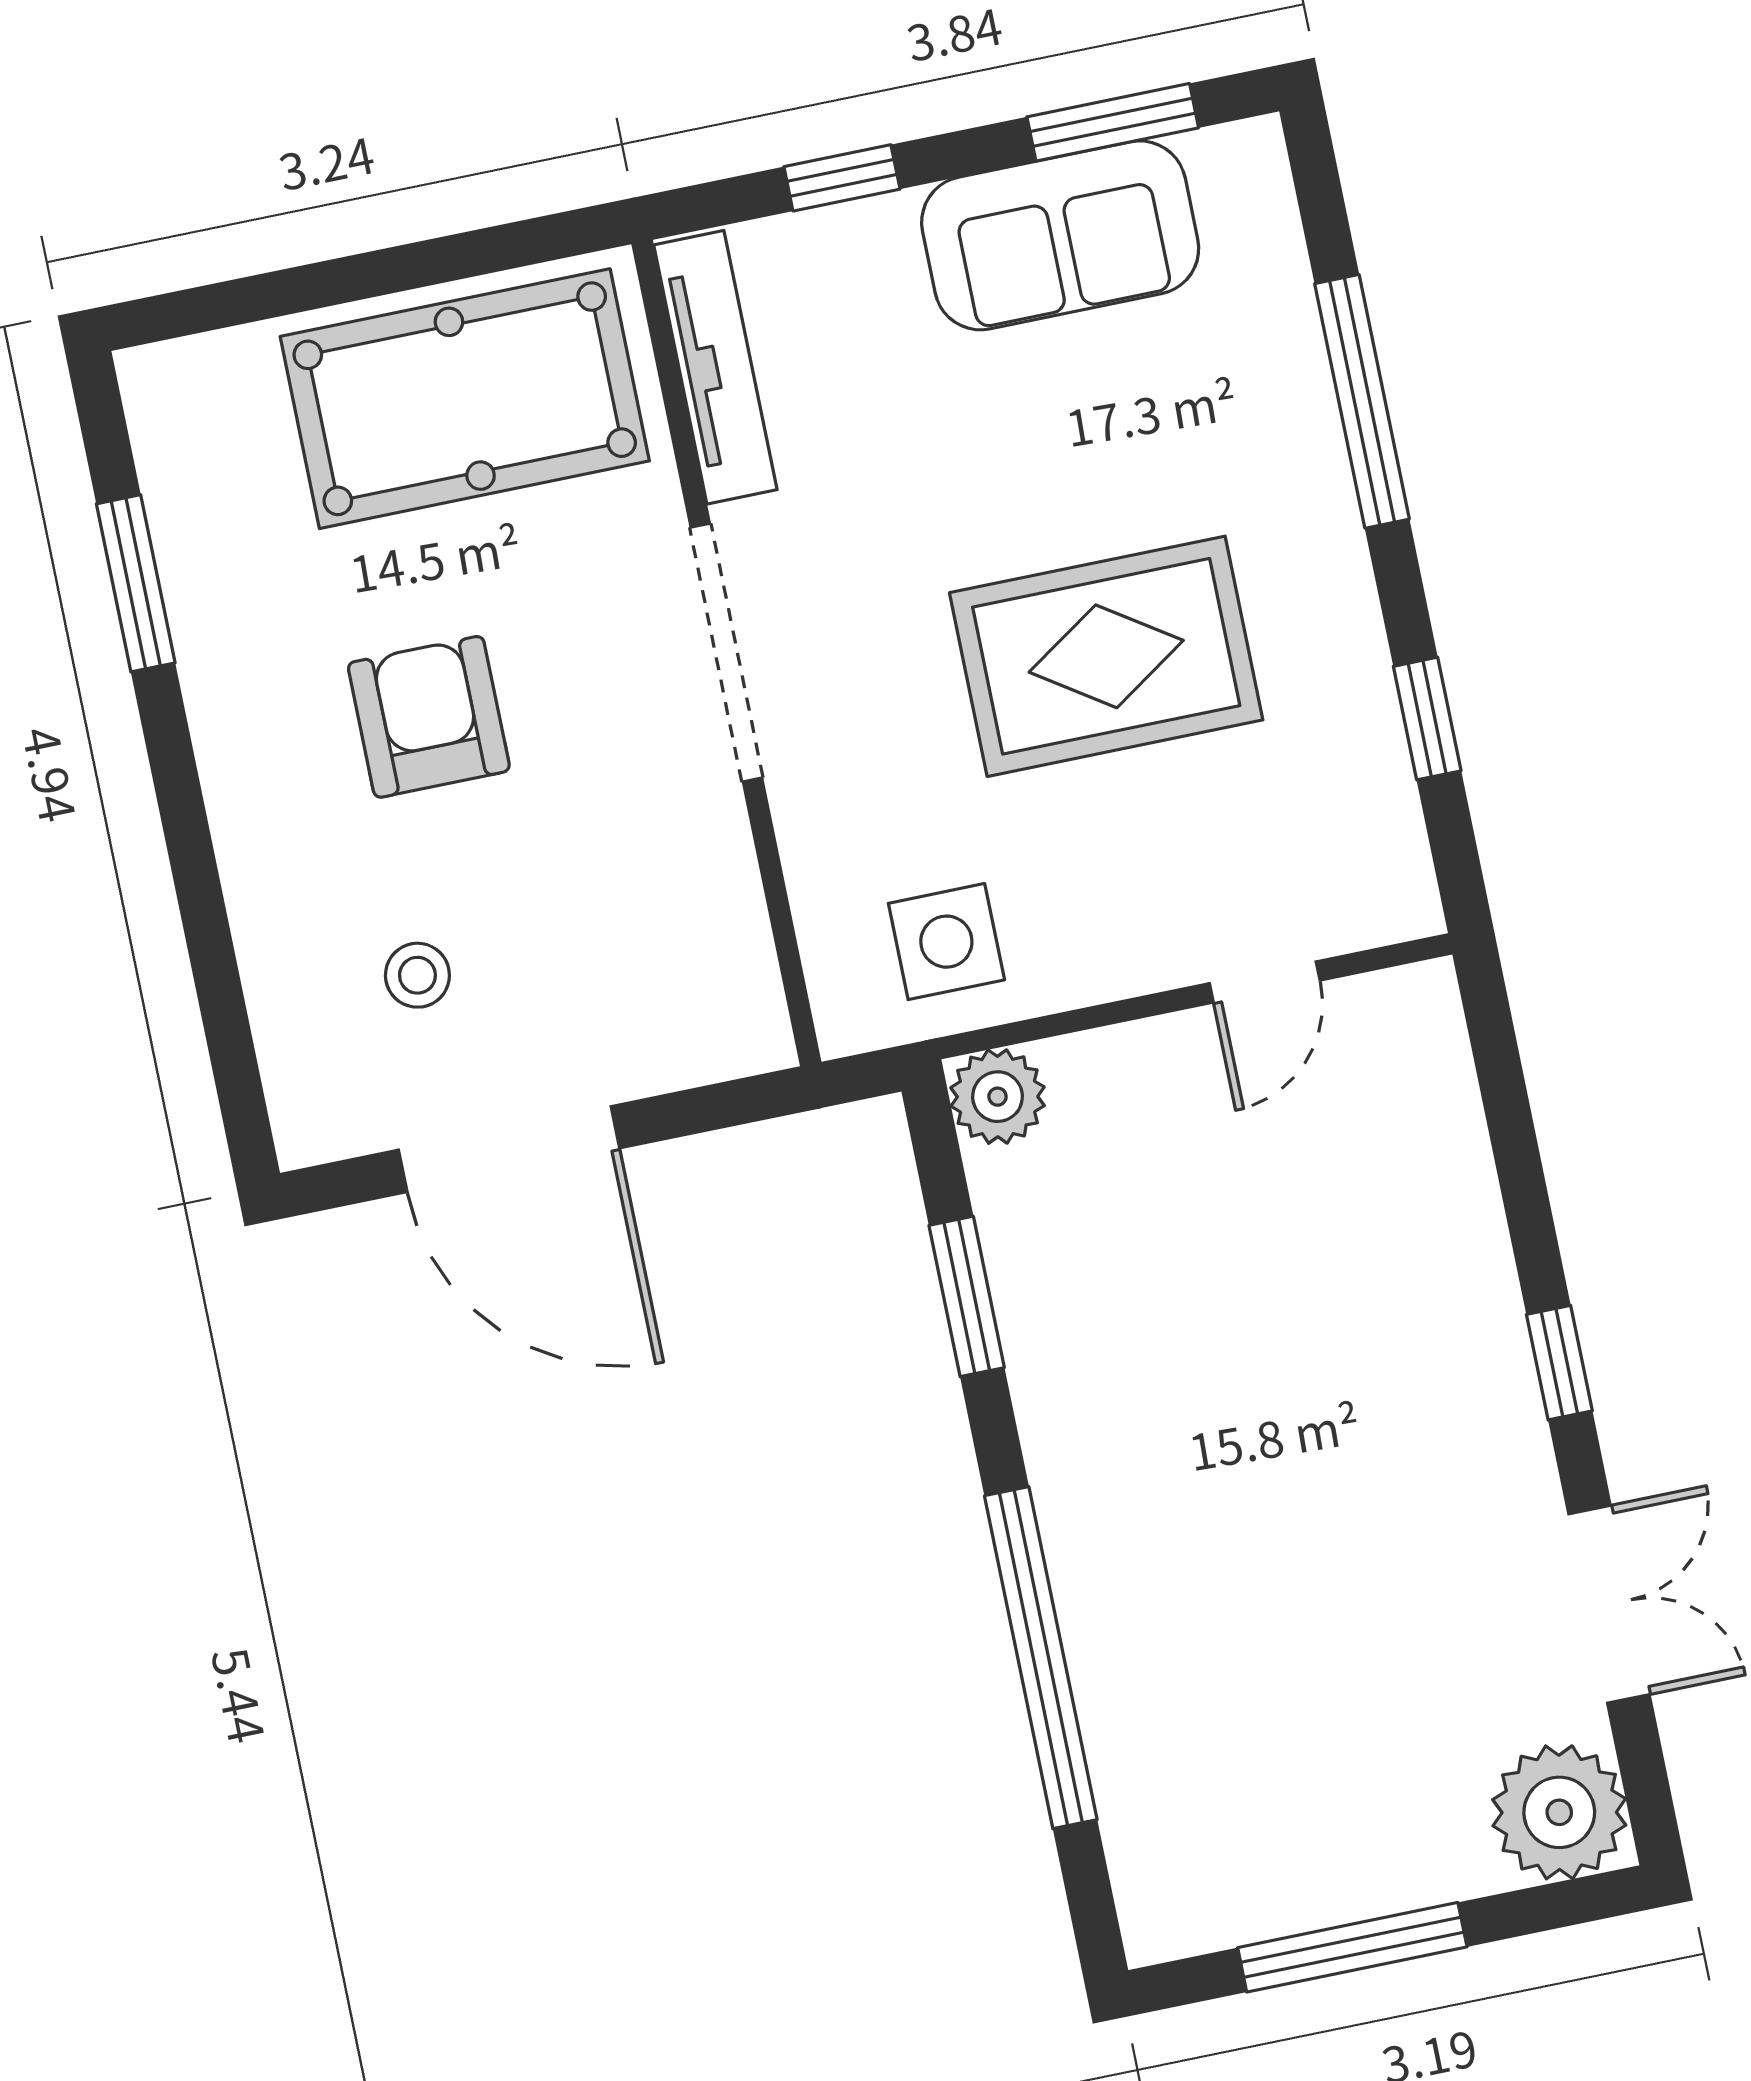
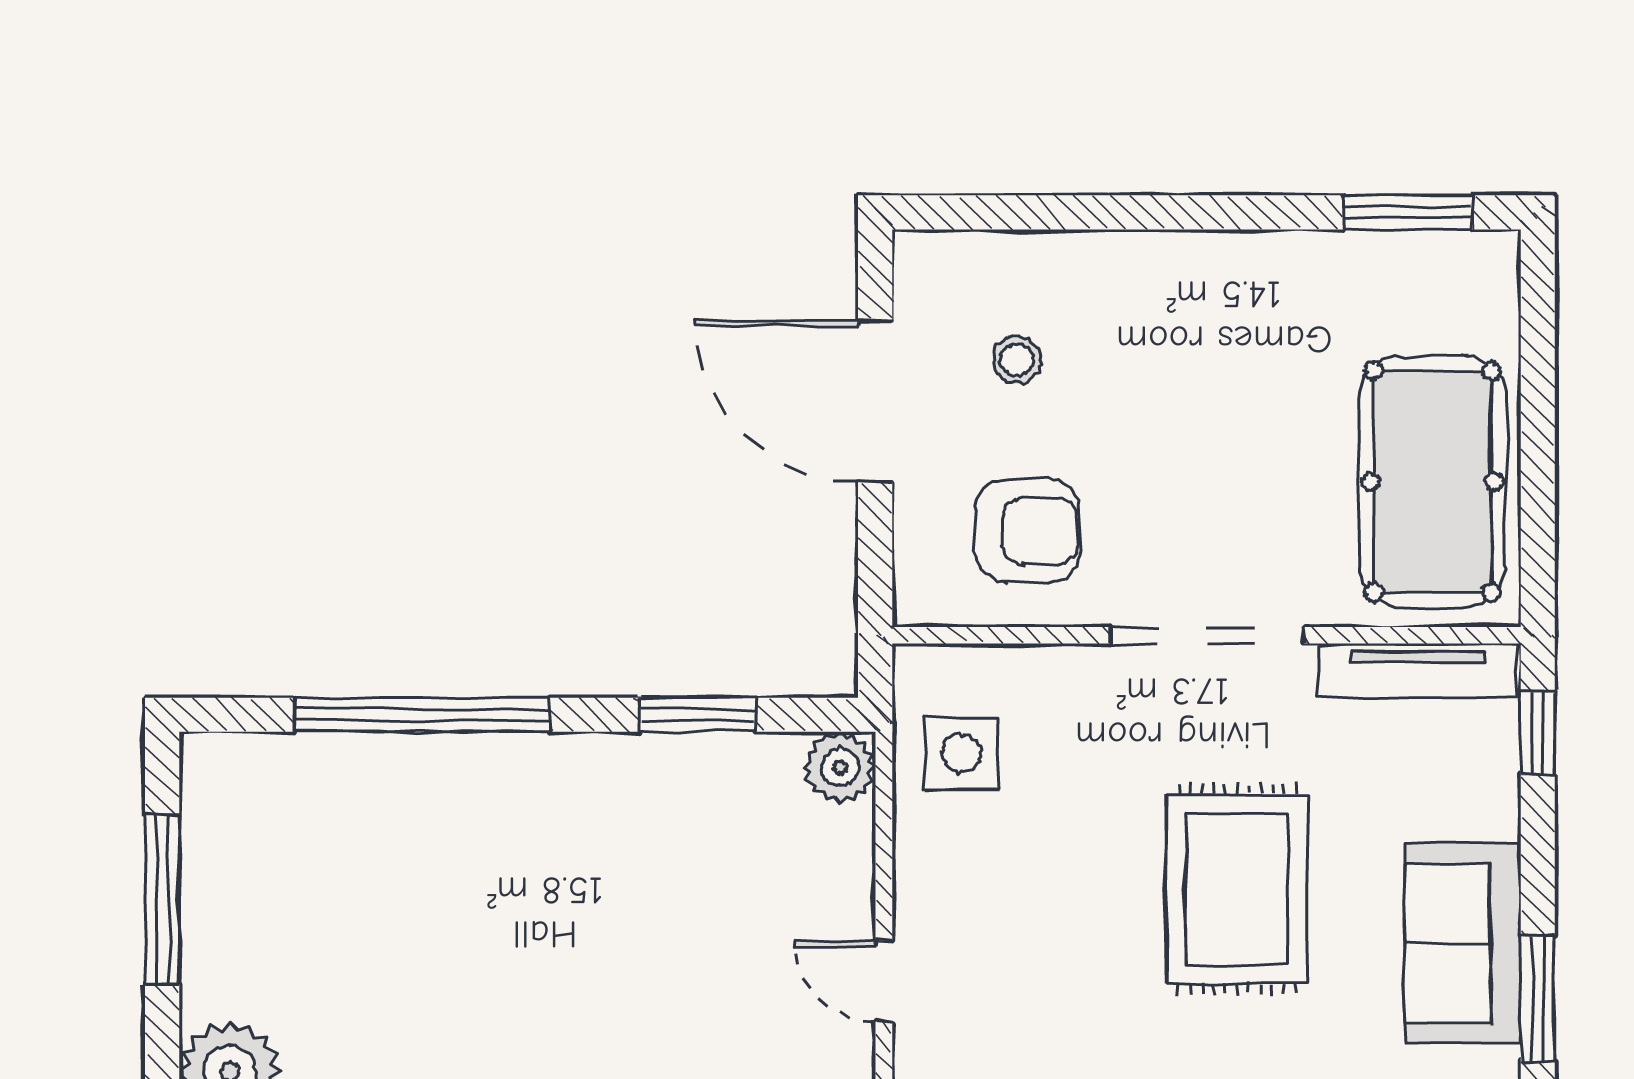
window: (842, 178) -> (1538, 733), moved
window: (136, 583) -> (1408, 212), moved
rug: (1106, 656) -> (1237, 889), moved
armchair: (429, 717) -> (1028, 531), moved
door: (509, 1149) -> (875, 401), hinge flipped

